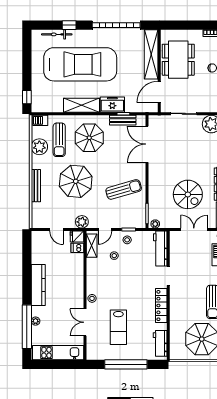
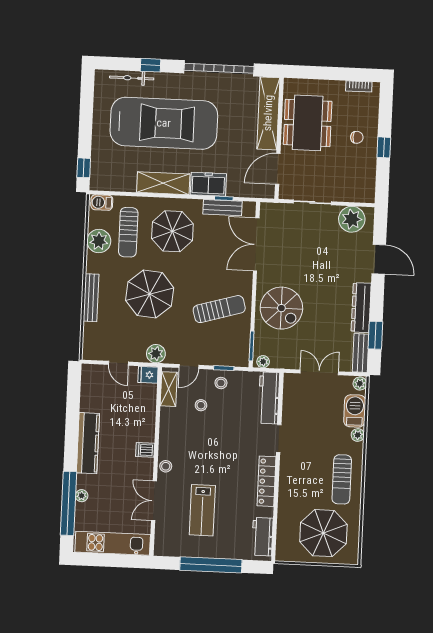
spiral stairs: (188, 194) -> (281, 308), moved
dishwasher: (77, 248) -> (145, 450), moved

